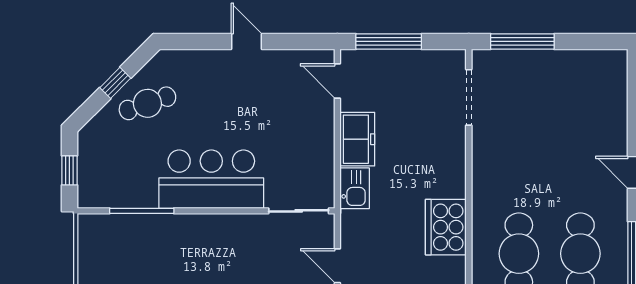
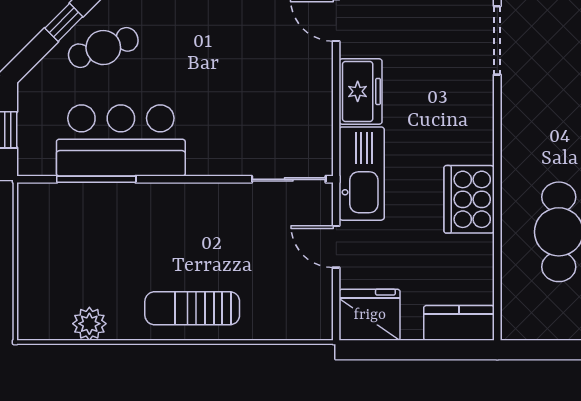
bar counter: (211, 179) -> (121, 140), moved
kitchen sink: (355, 188) -> (362, 174), width x1.87, depth x1.24

